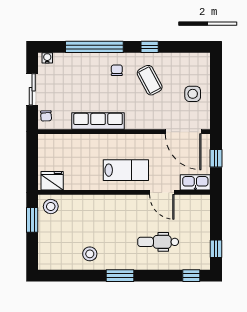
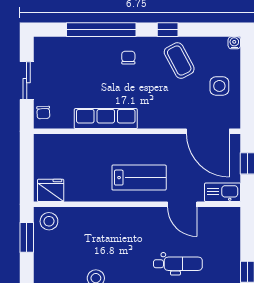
water cooler: (47, 58) -> (234, 43), moved
coffee table: (150, 80) -> (179, 61), moved
dental chair: (158, 242) -> (178, 264), turned 180

